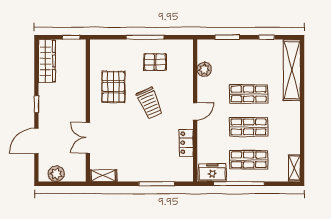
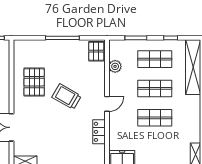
pallet: (155, 62) -> (96, 51), moved, turned 90
trolley: (150, 103) -> (67, 97), turned 144
shop shelf: (249, 160) -> (155, 59), moved

